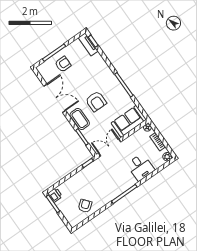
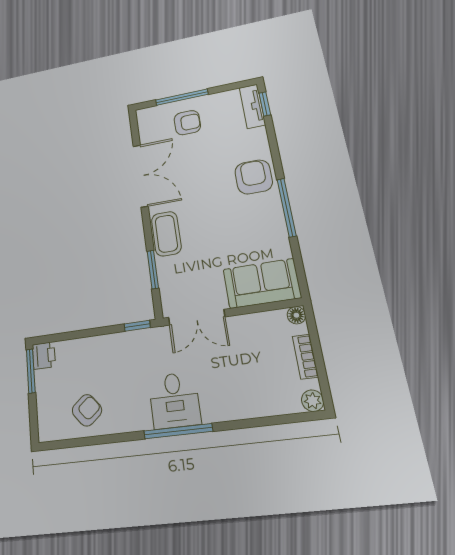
armchair: (96, 101) -> (254, 177), moved, turned 180
double door: (110, 148) -> (197, 317), swing flipped
desk: (141, 167) -> (174, 400), moved

